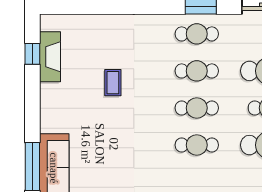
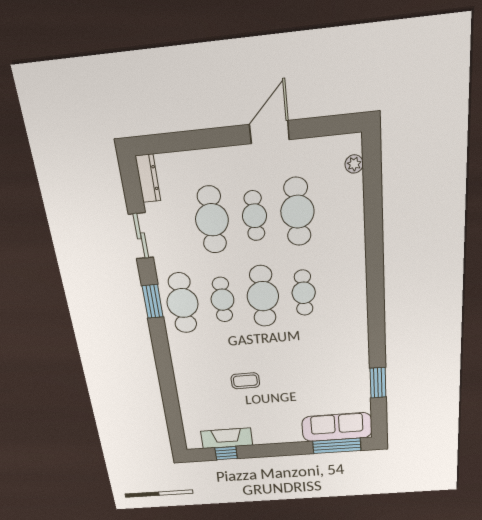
cafe table: (197, 34) -> (183, 303), width x1.37, depth x1.35
cafe table: (197, 108) -> (263, 296), width x1.37, depth x1.35

